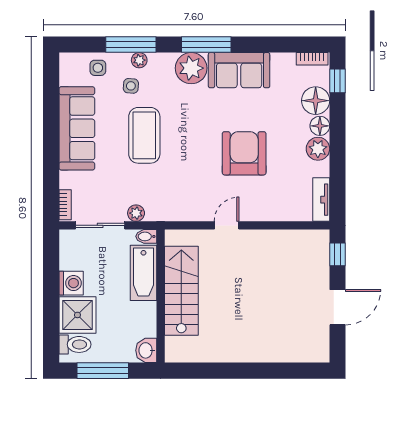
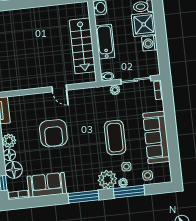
plant: (191, 68) -> (107, 180), moved
sofa: (239, 70) -> (47, 185), moved
door: (227, 225) -> (59, 88), hinge flipped
bathtub: (143, 273) -> (105, 42), moved

